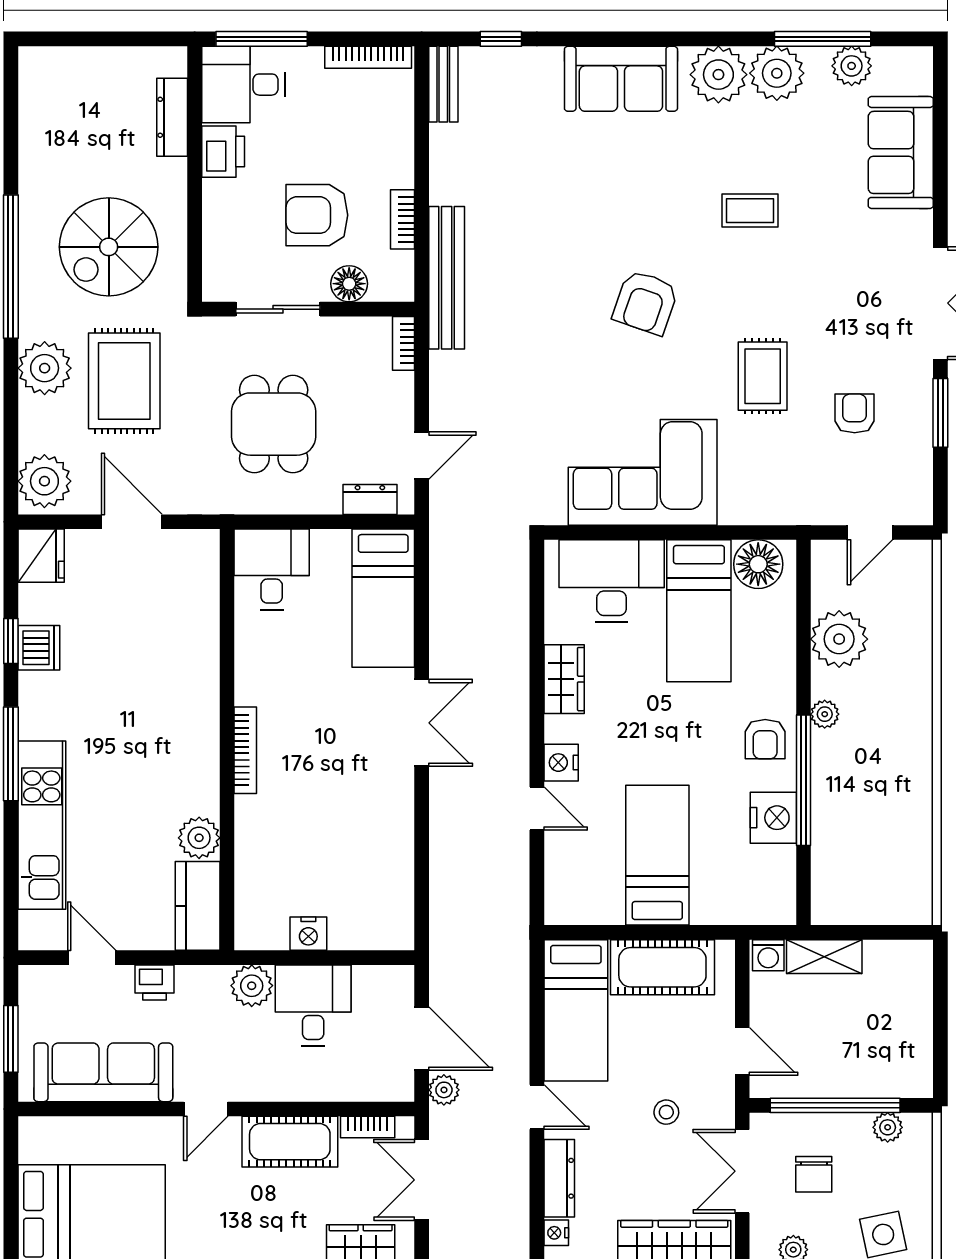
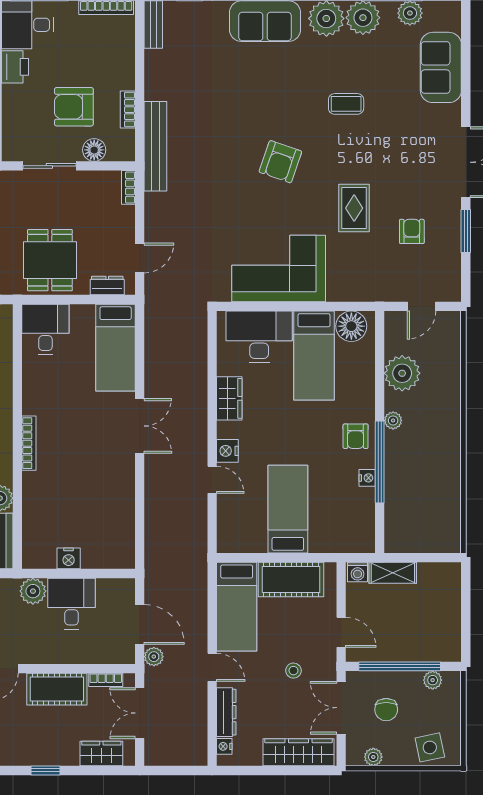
dining table: (274, 424) -> (50, 260), moved
nightstand: (773, 818) -> (367, 478), width x0.53, depth x0.56

